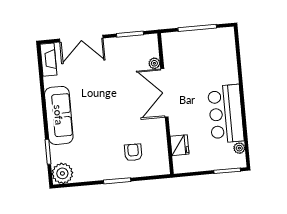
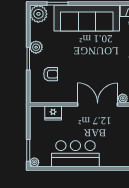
sofa: (59, 115) -> (87, 18), width x1.36, depth x1.27
plant: (239, 148) -> (34, 162), moved
plant: (103, 173) -> (36, 47), added

